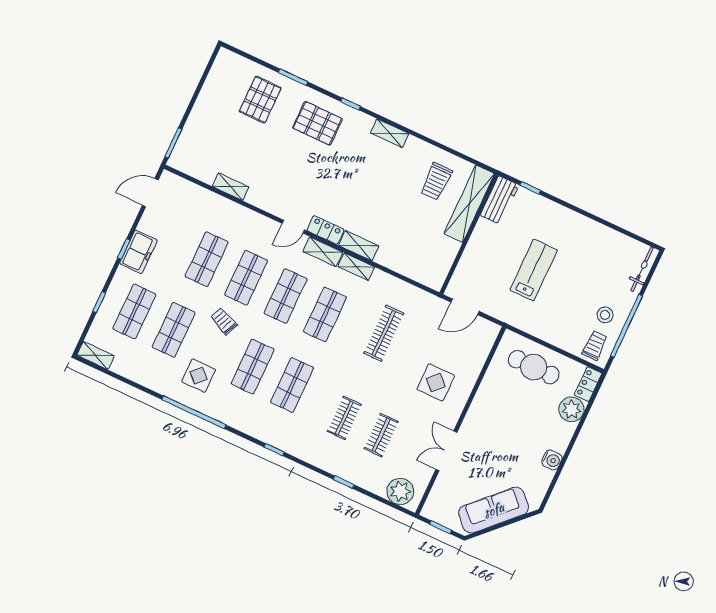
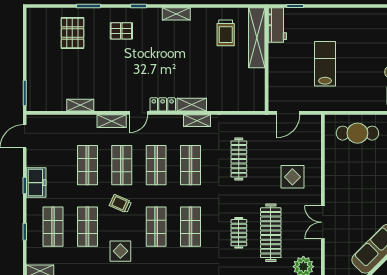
pallet: (317, 123) -> (121, 31), width x0.67, depth x0.71
shelving: (323, 252) -> (112, 121), moved
clothes rail: (381, 435) -> (271, 233), width x1.86, depth x1.31

